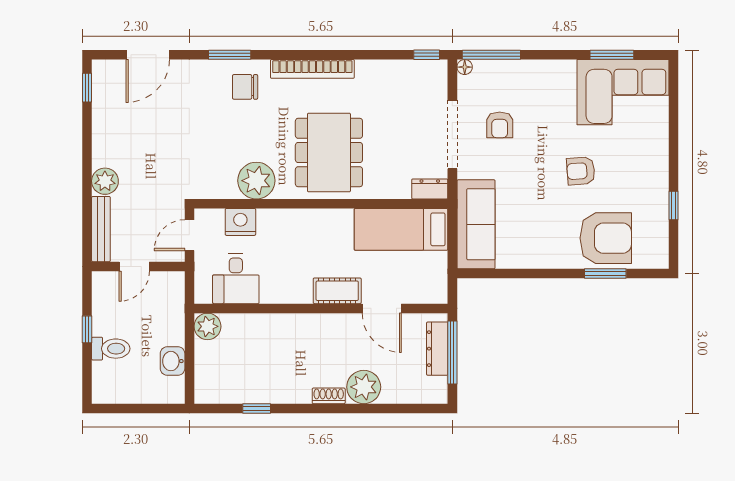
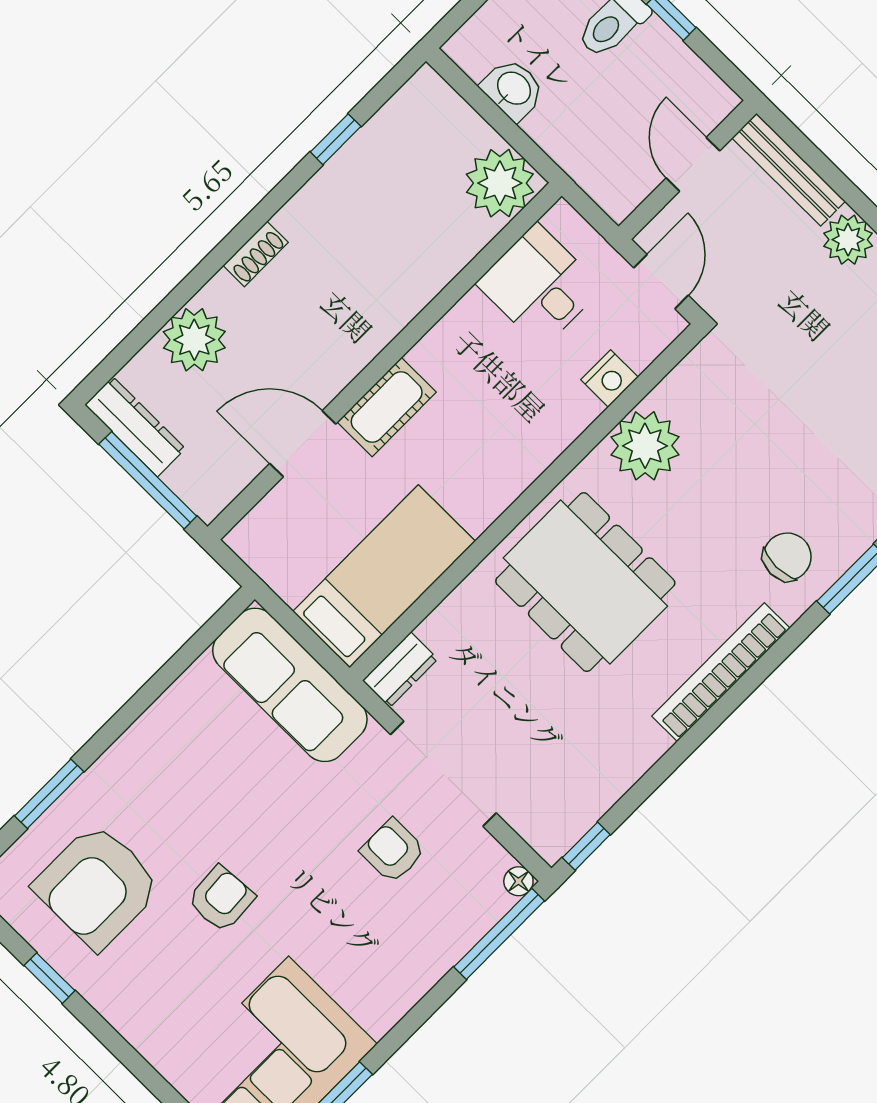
nightstand: (240, 222) -> (609, 378), width x0.74, depth x0.75
armchair: (606, 238) -> (97, 886), moved
plant: (207, 326) -> (500, 183), width x1.36, depth x1.36
dresser: (437, 349) -> (135, 427), moved
plant: (364, 387) -> (194, 340), moved

